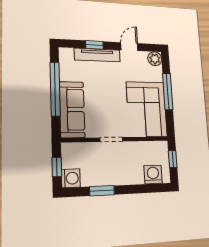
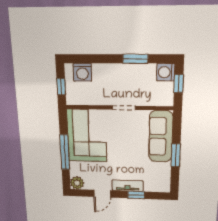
tv unit: (97, 55) -> (127, 186), width x0.71
window: (55, 89) -> (176, 155), width x0.47

